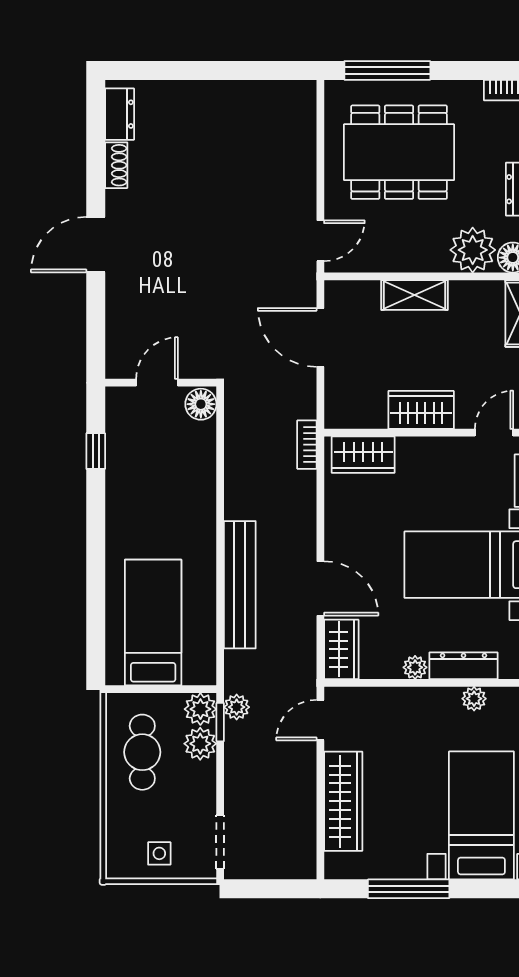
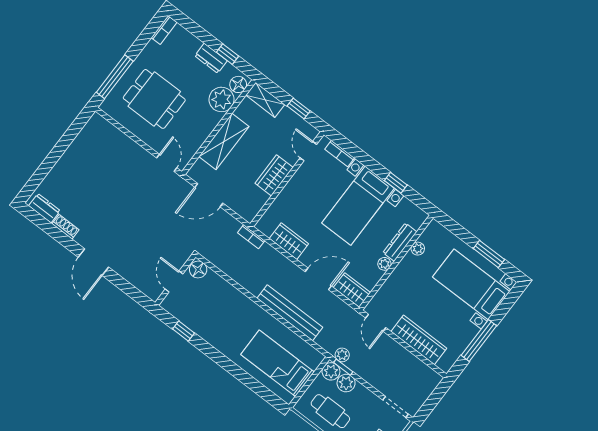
dining table: (399, 152) -> (154, 99), width x0.73
shelving: (414, 295) -> (224, 142), width x1.50, depth x1.33
wardrobe: (363, 455) -> (289, 241), moved, turned -90

